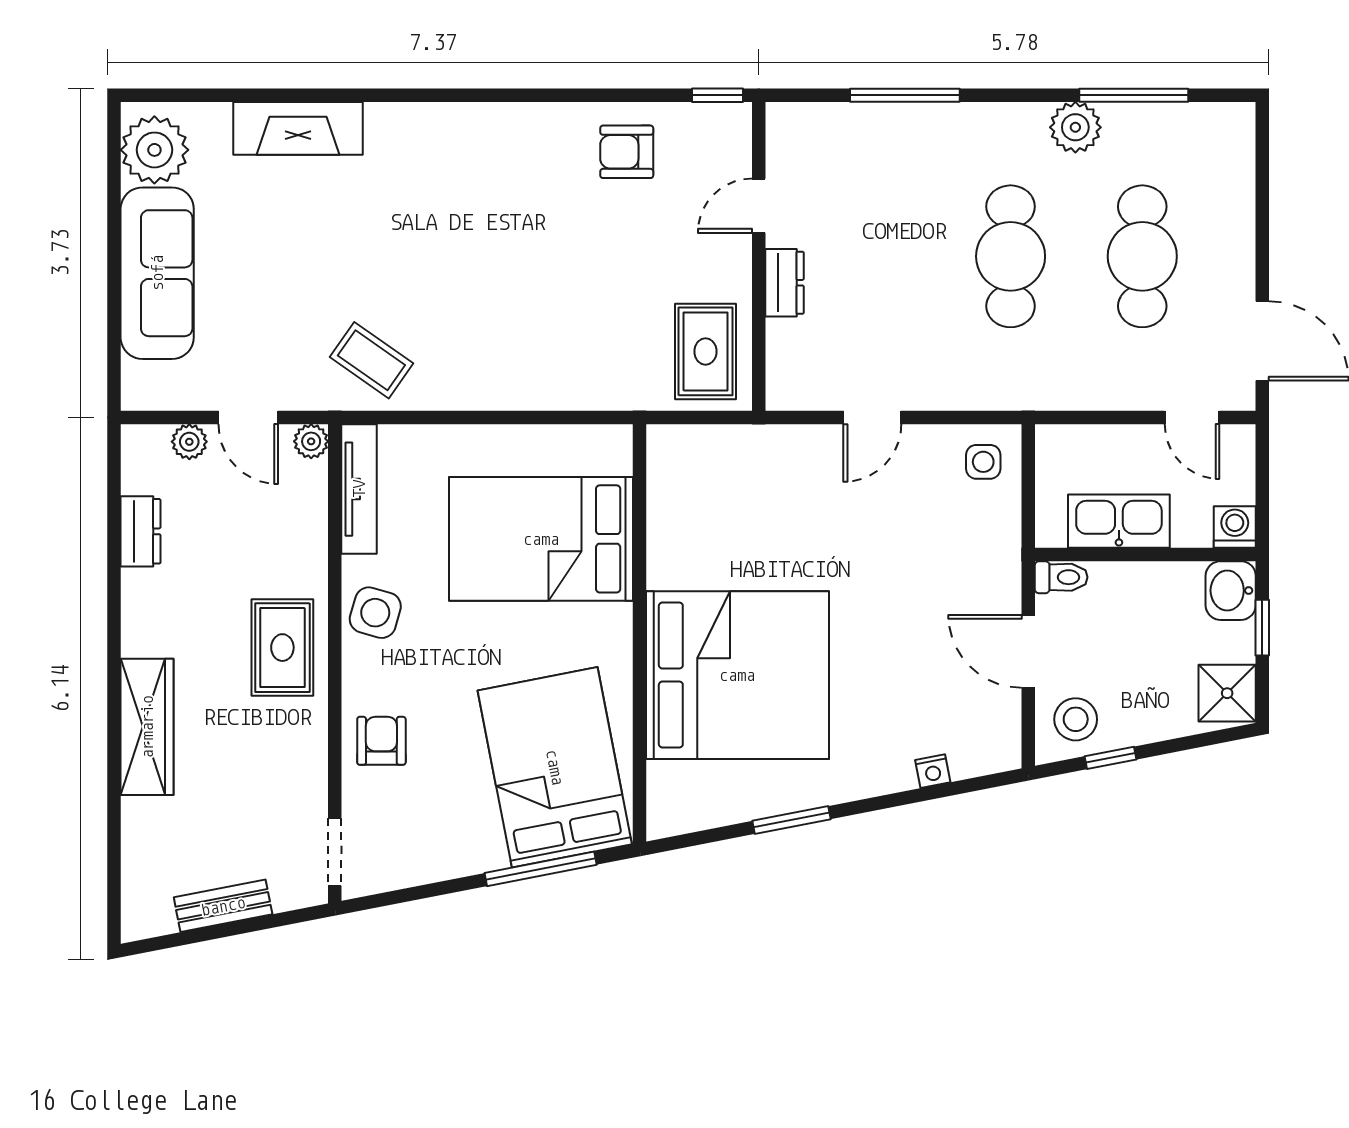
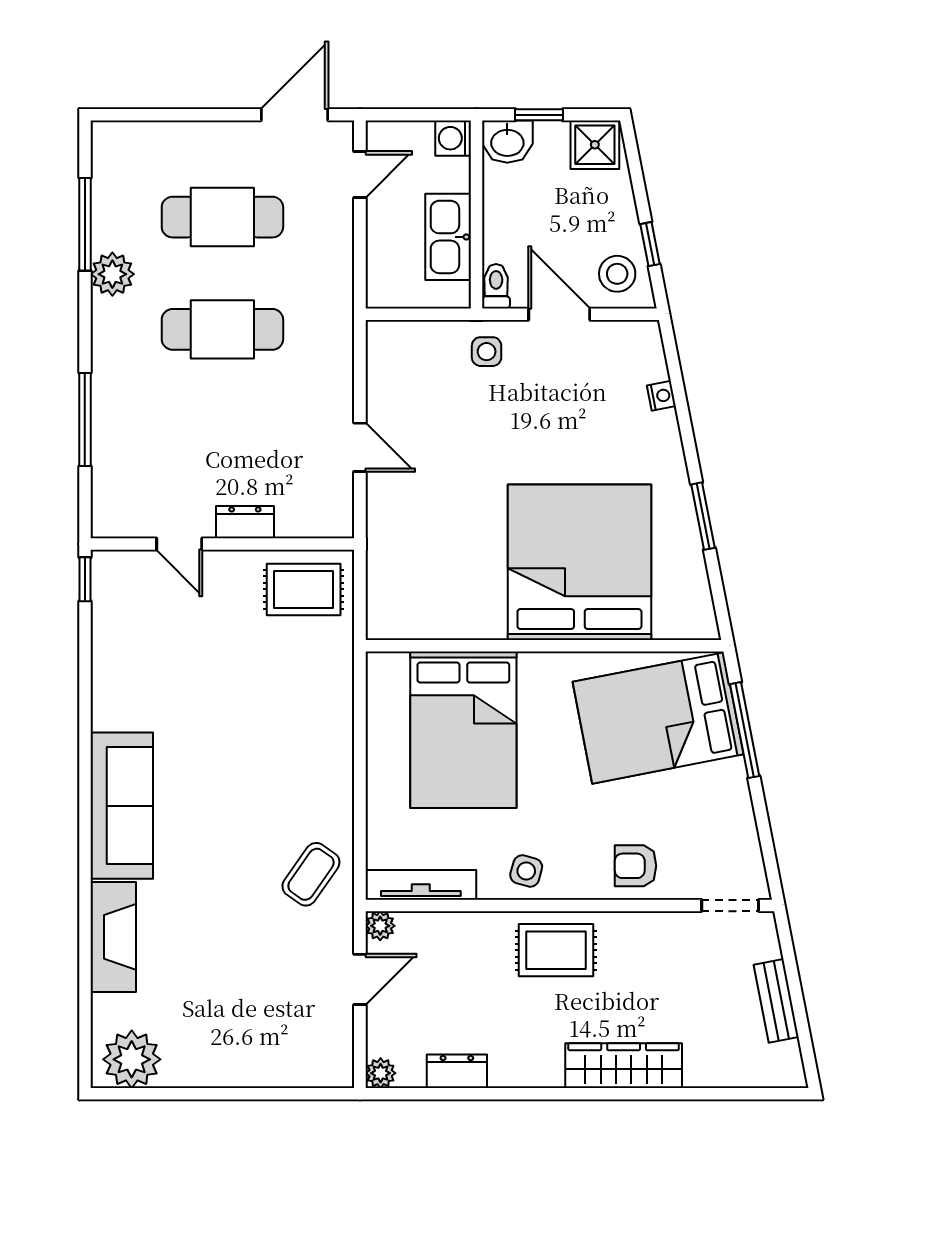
armchair: (627, 152) -> (133, 657), removed
sofa: (157, 273) -> (122, 806), moved, turned 90
plant: (189, 442) -> (381, 1073), moved
side table: (983, 462) -> (487, 352), moved
side table: (375, 613) -> (526, 871), width x0.73, depth x0.73
door: (1028, 651) -> (559, 314), swing flipped

